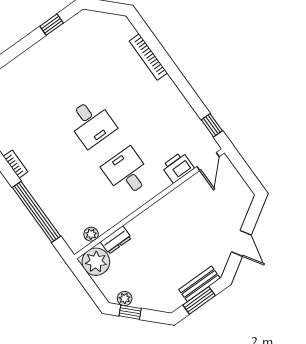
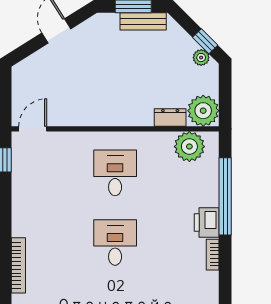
printer: (178, 167) -> (207, 223), moved, turned 90
desk: (127, 172) -> (115, 173), turned 180
plant: (91, 234) -> (189, 147), width x1.88, depth x1.88
bench: (199, 284) -> (143, 21), moved

